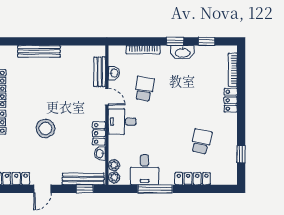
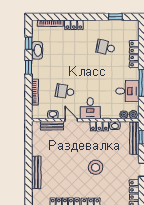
washbasin: (183, 52) -> (37, 50), moved
door: (107, 97) -> (71, 120), hinge flipped

